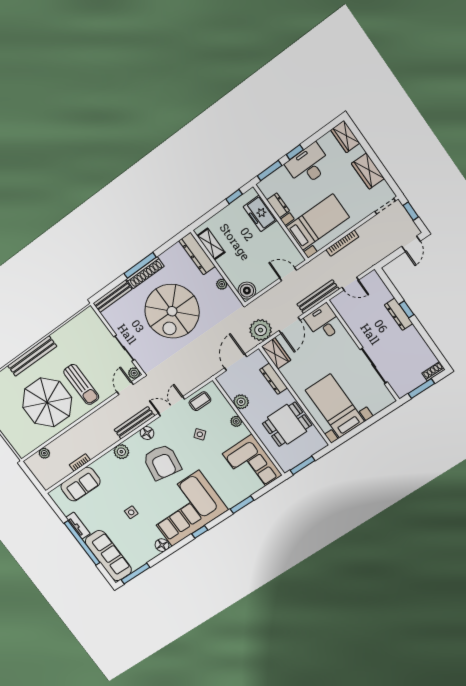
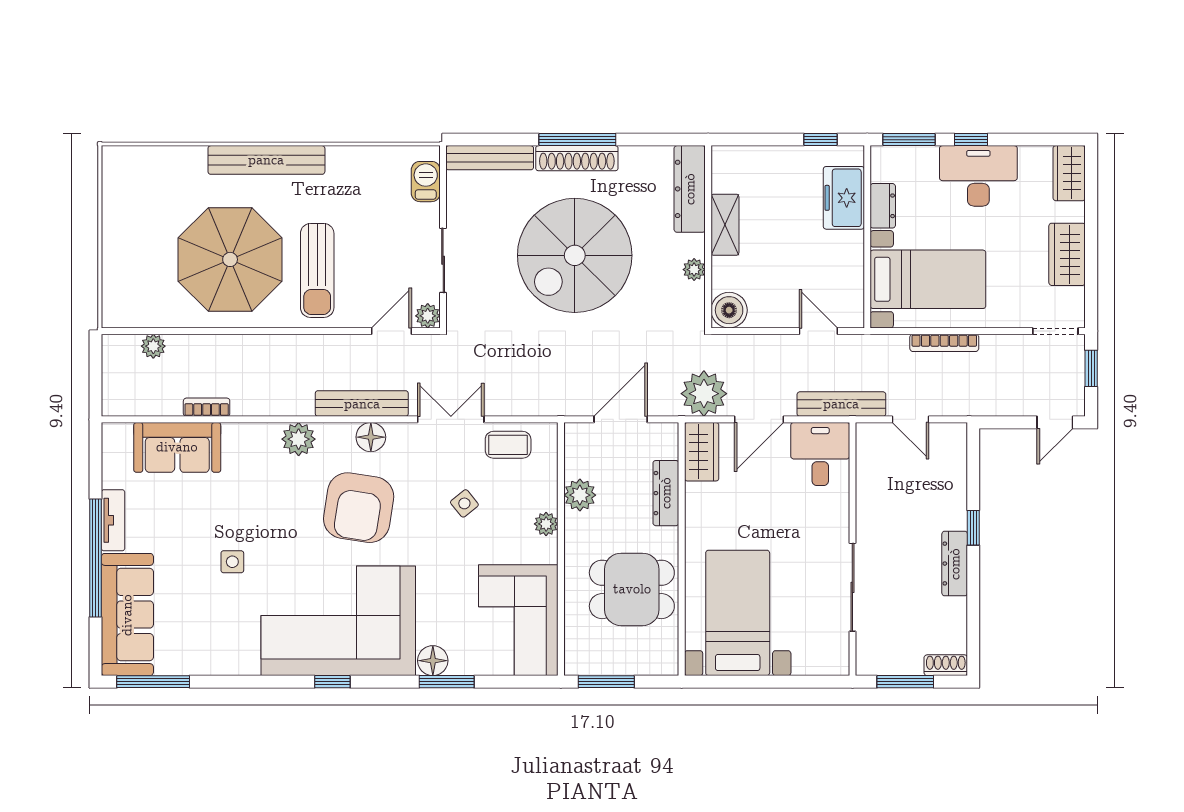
shelving: (211, 244) -> (725, 225), moved
dresser: (399, 314) -> (955, 564), moved
barbecue: (96, 323) -> (426, 182), added
floor lamp: (162, 545) -> (433, 661), moved

